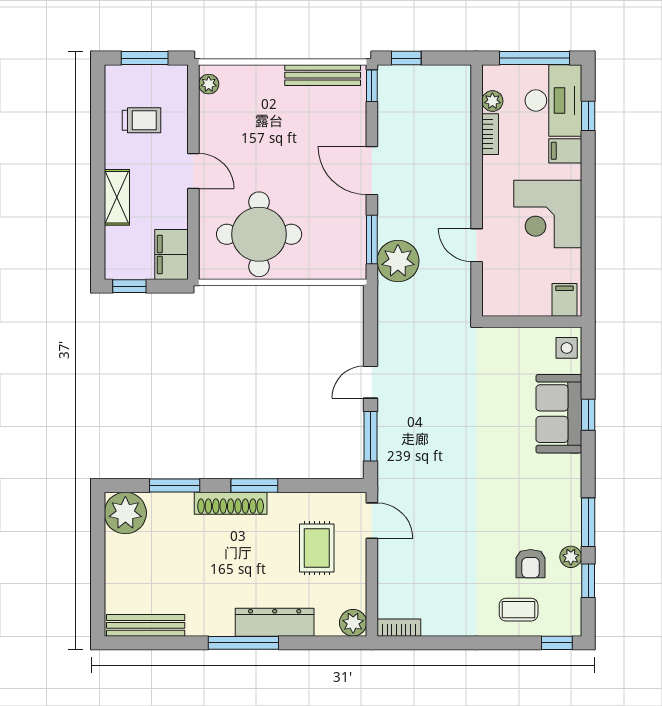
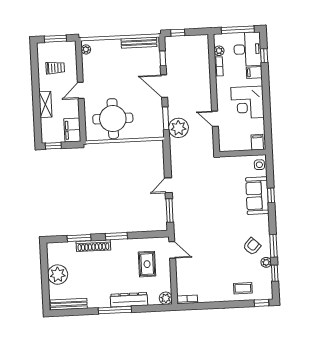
window: (372, 86) -> (163, 58), moved
door: (193, 171) -> (81, 90), swing flipped
shoe rack: (231, 503) -> (93, 246), moved
plant: (125, 513) -> (58, 275), moved
armchair: (531, 564) -> (252, 246), moved, turned -137

